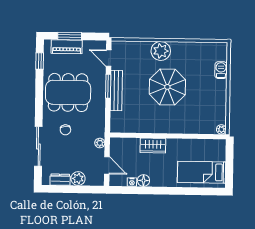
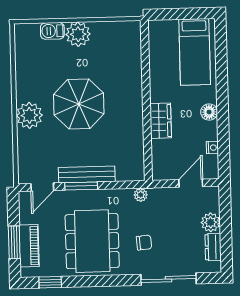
plant: (221, 129) -> (78, 34), moved, width x1.88, depth x1.88
plant: (100, 143) -> (141, 195), moved
floor lamp: (143, 181) -> (209, 112), moved

